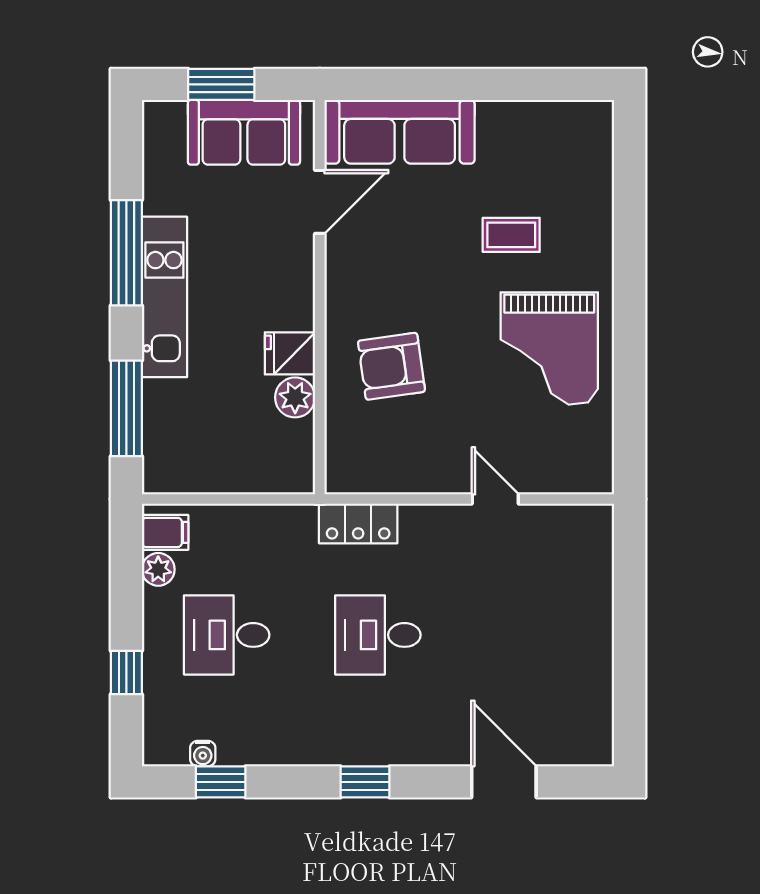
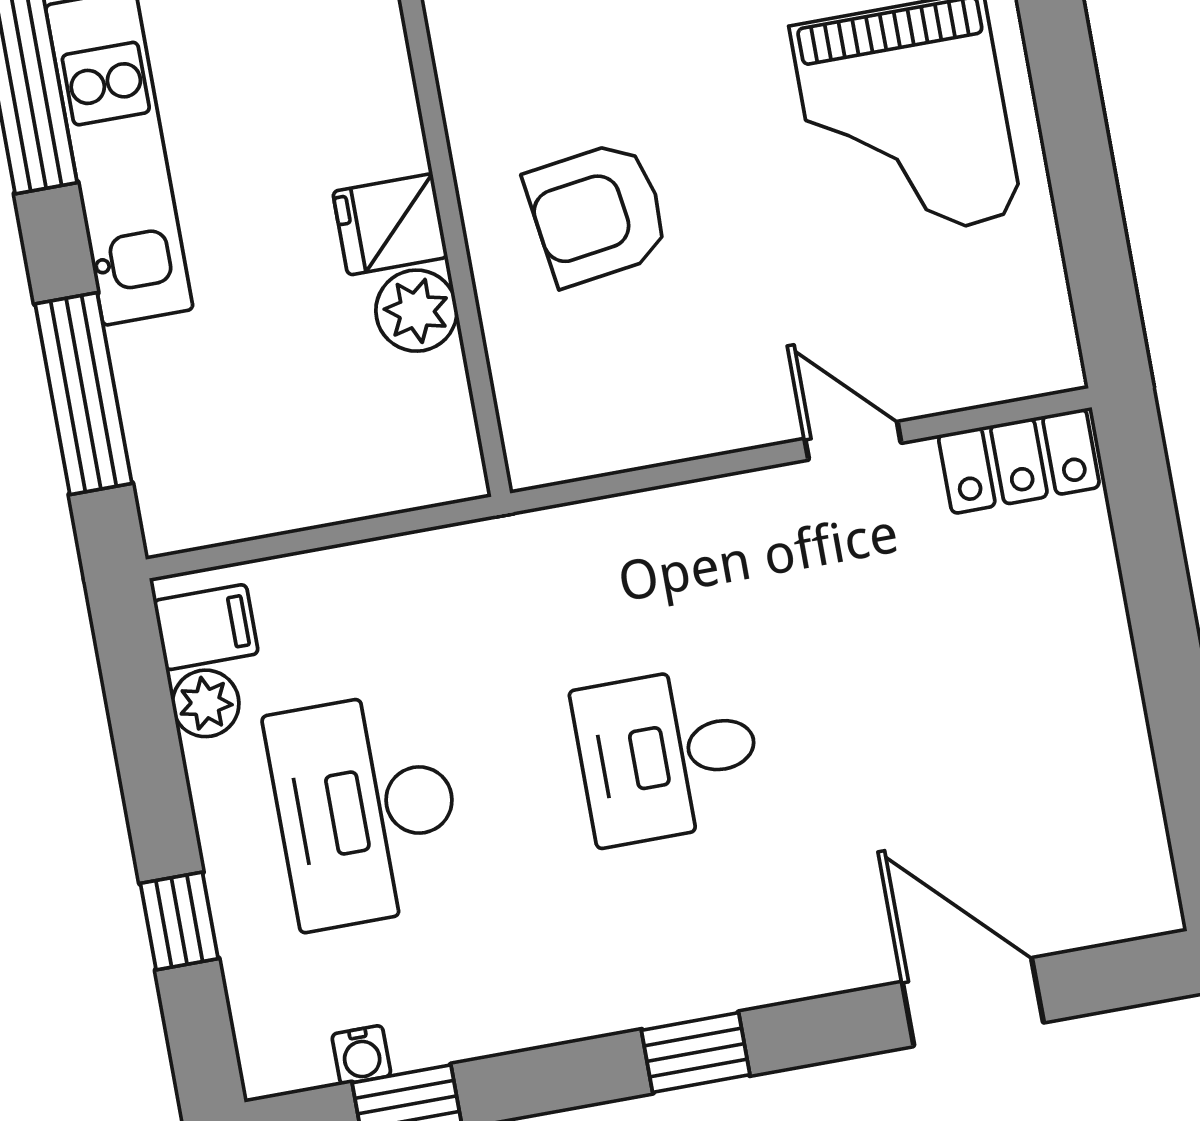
locker: (358, 524) -> (1019, 461), moved
desk: (227, 635) -> (366, 810), width x1.37

